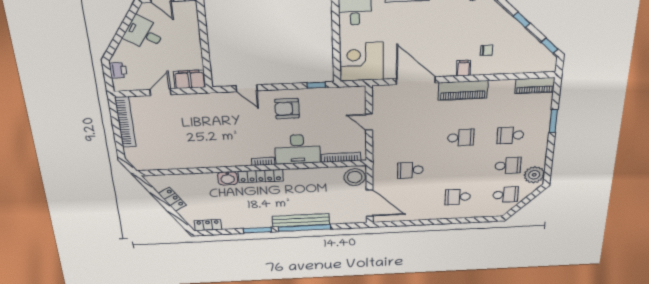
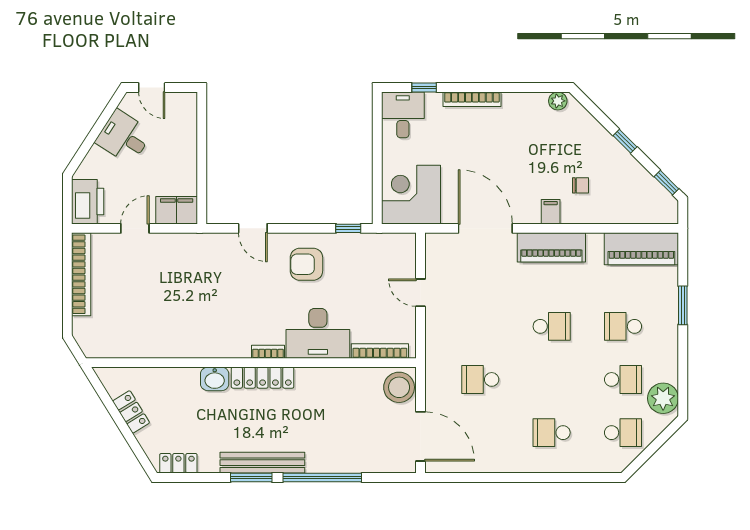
printer: (118, 70) -> (88, 201), width x1.87, depth x1.48
piano: (535, 86) -> (641, 249), width x1.37, depth x1.33
bench: (301, 220) -> (262, 463), moved

